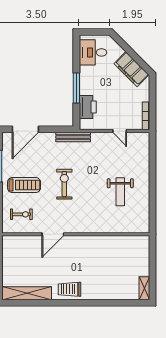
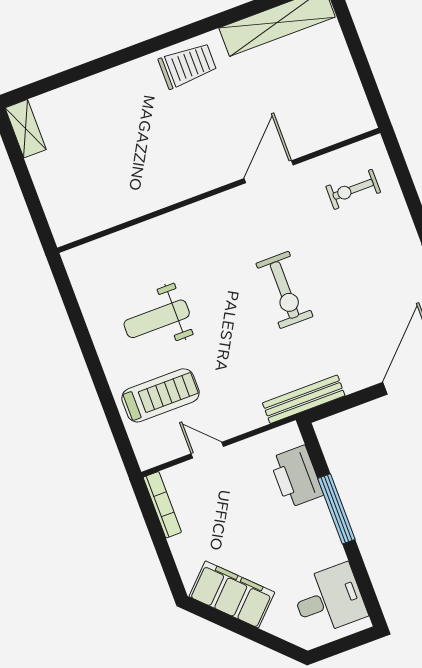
treadmill: (24, 185) -> (160, 395), moved, turned 180
weight bench: (120, 192) -> (157, 319), turned -90

